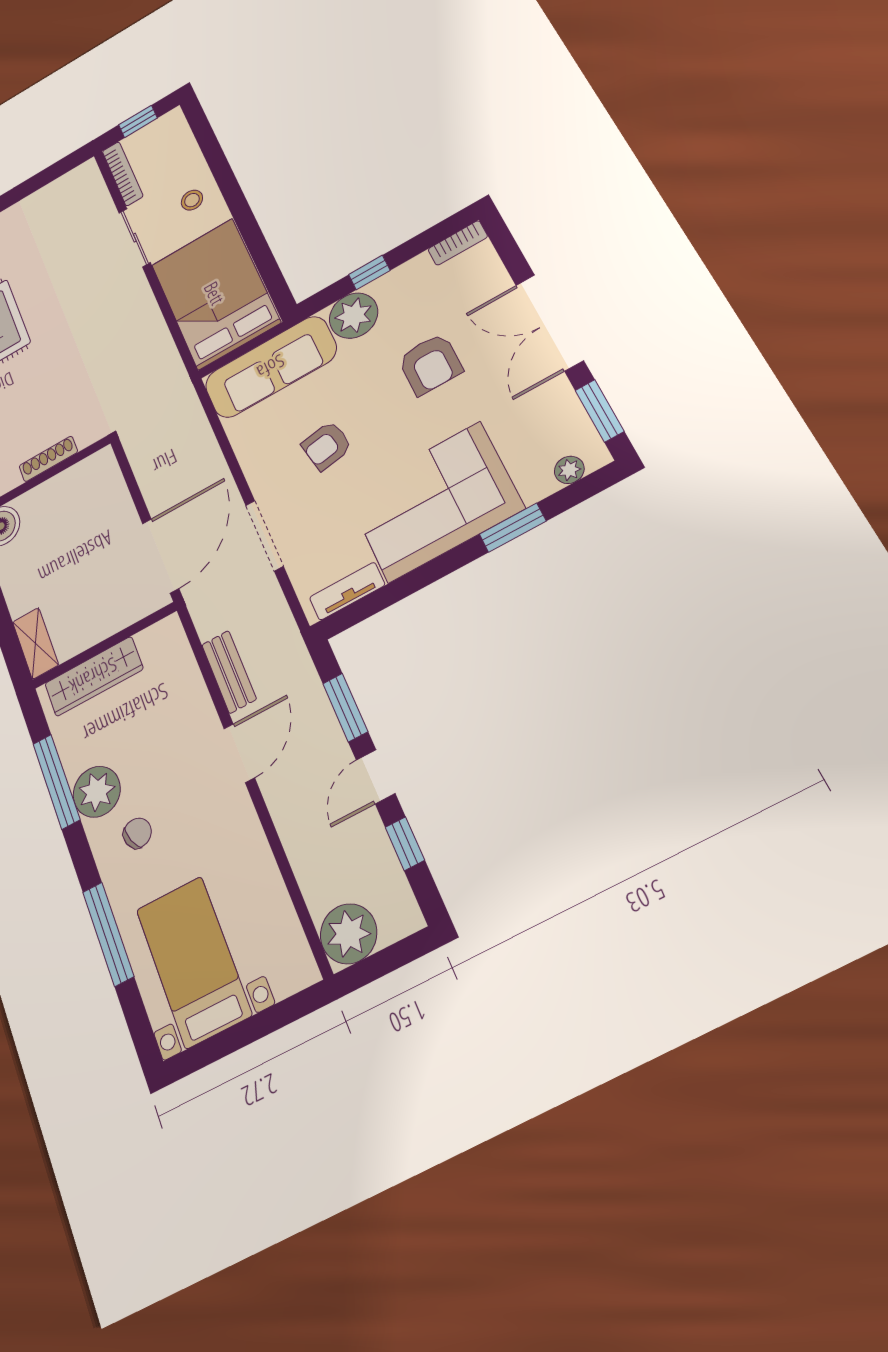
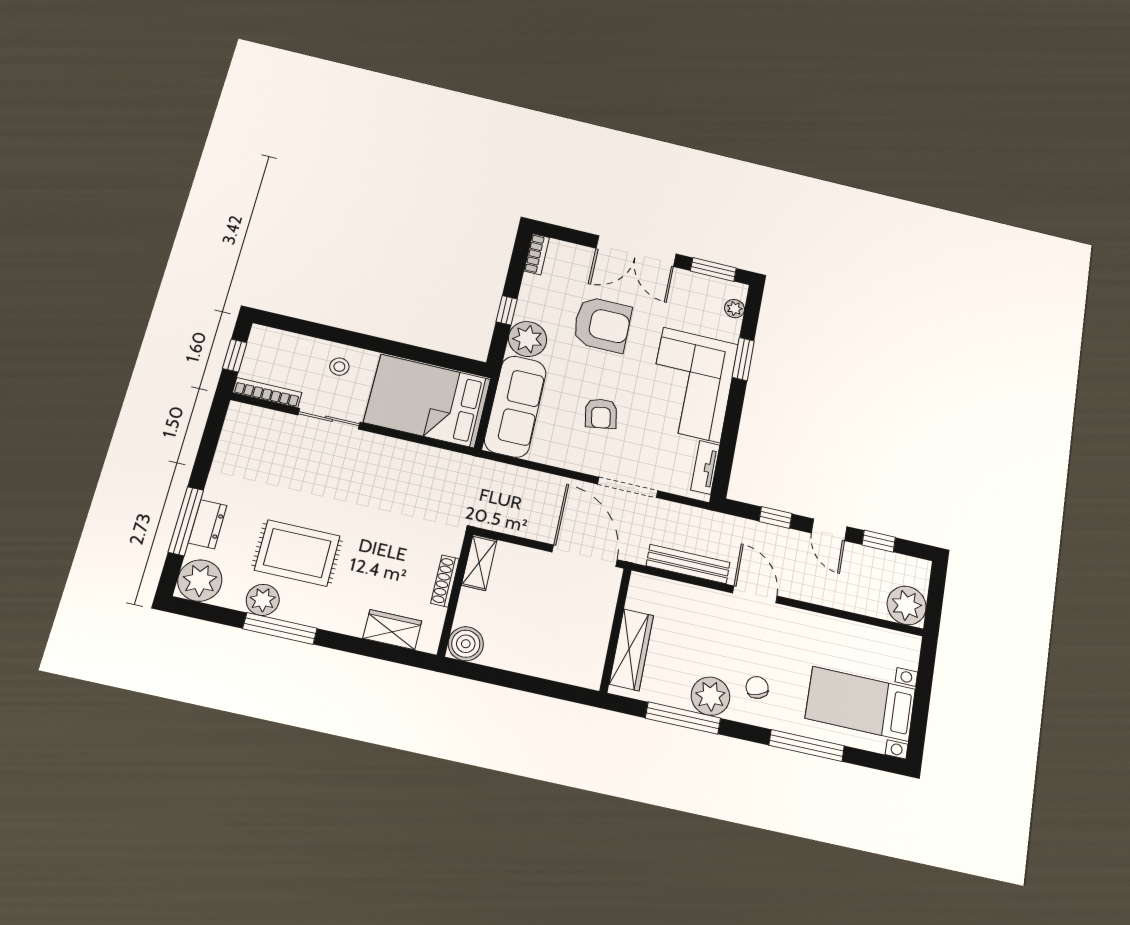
armchair: (430, 364) -> (602, 324), width x1.36, depth x1.36
shelving: (35, 643) -> (479, 563), moved, turned 90
bench: (229, 672) -> (688, 564), width x1.36
window: (345, 708) -> (776, 517), width x0.67

